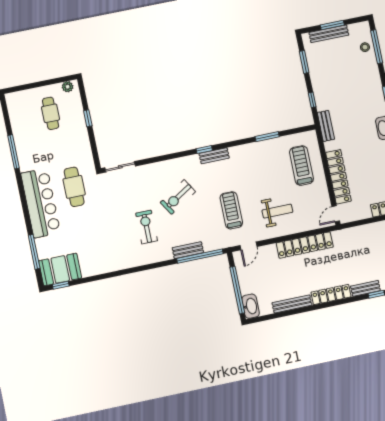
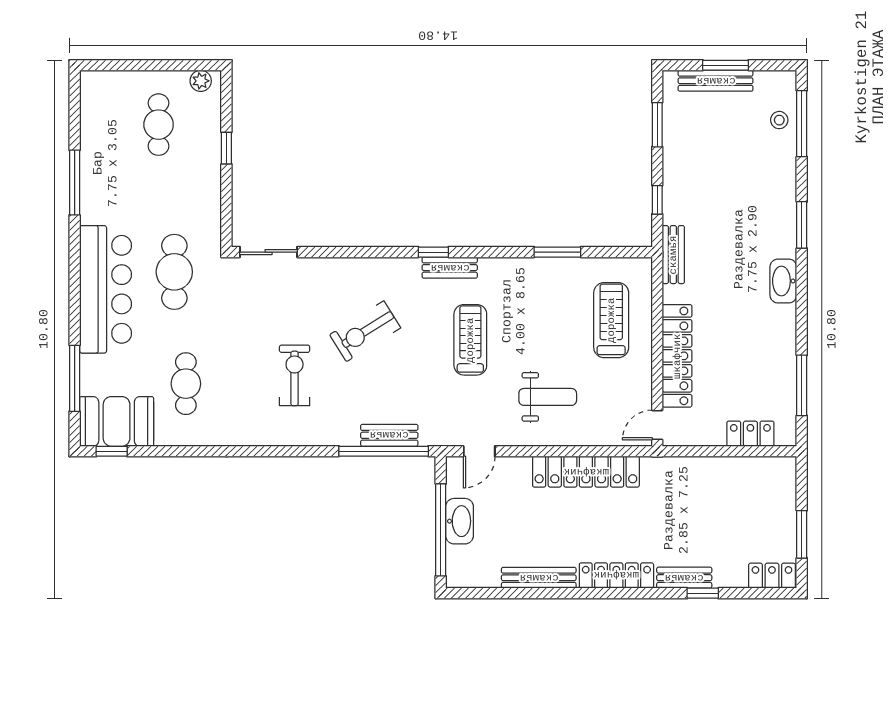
treadmill: (231, 210) -> (470, 340), moved
cafe table: (92, 243) -> (186, 384), added
bench: (188, 250) -> (389, 435), moved
washbasin: (251, 306) -> (459, 521), moved

